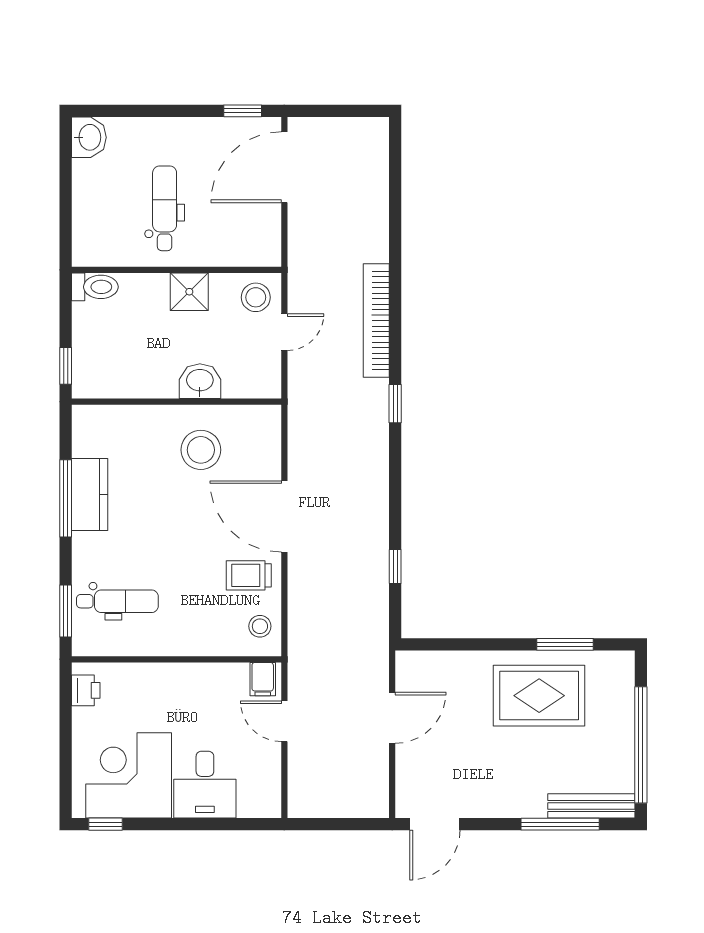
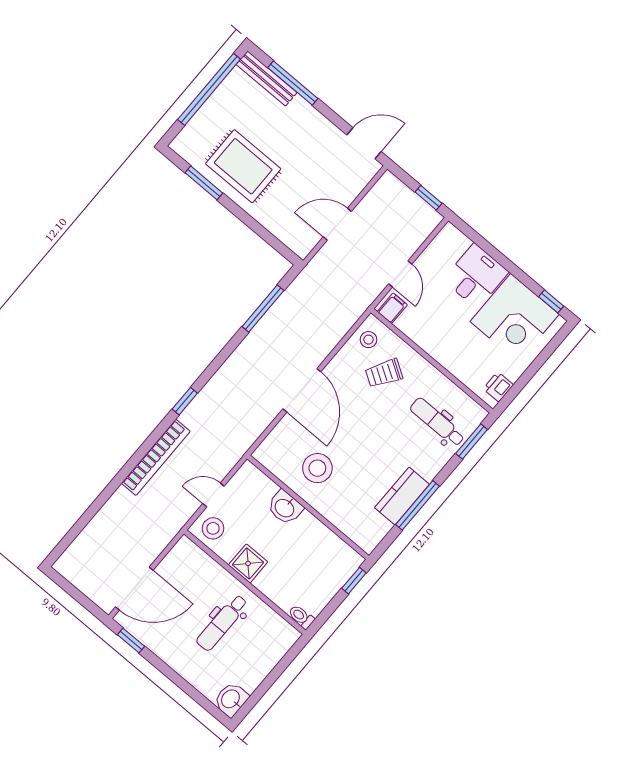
toilet: (95, 287) -> (301, 617), width x0.73, depth x0.72
window: (395, 566) -> (263, 309), width x2.17
trolley: (249, 575) -> (384, 373), moved, turned 122
window: (321, 824) -> (429, 198), added

